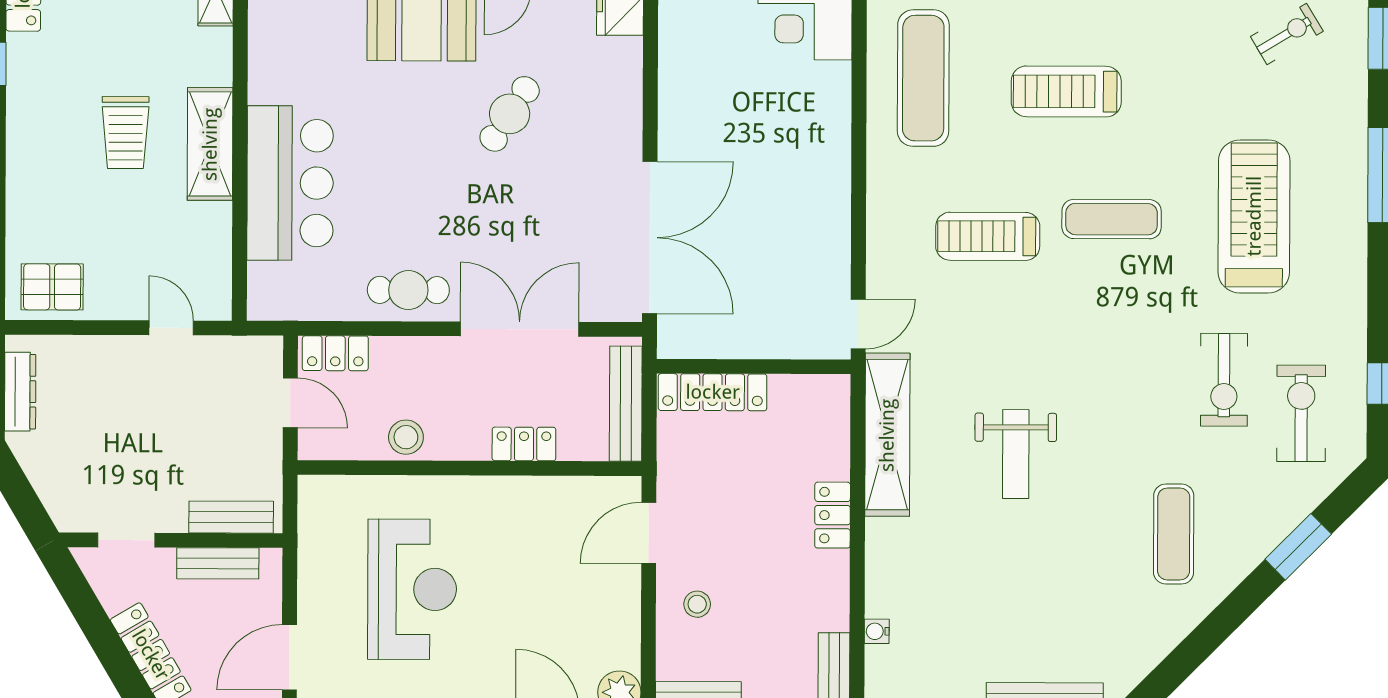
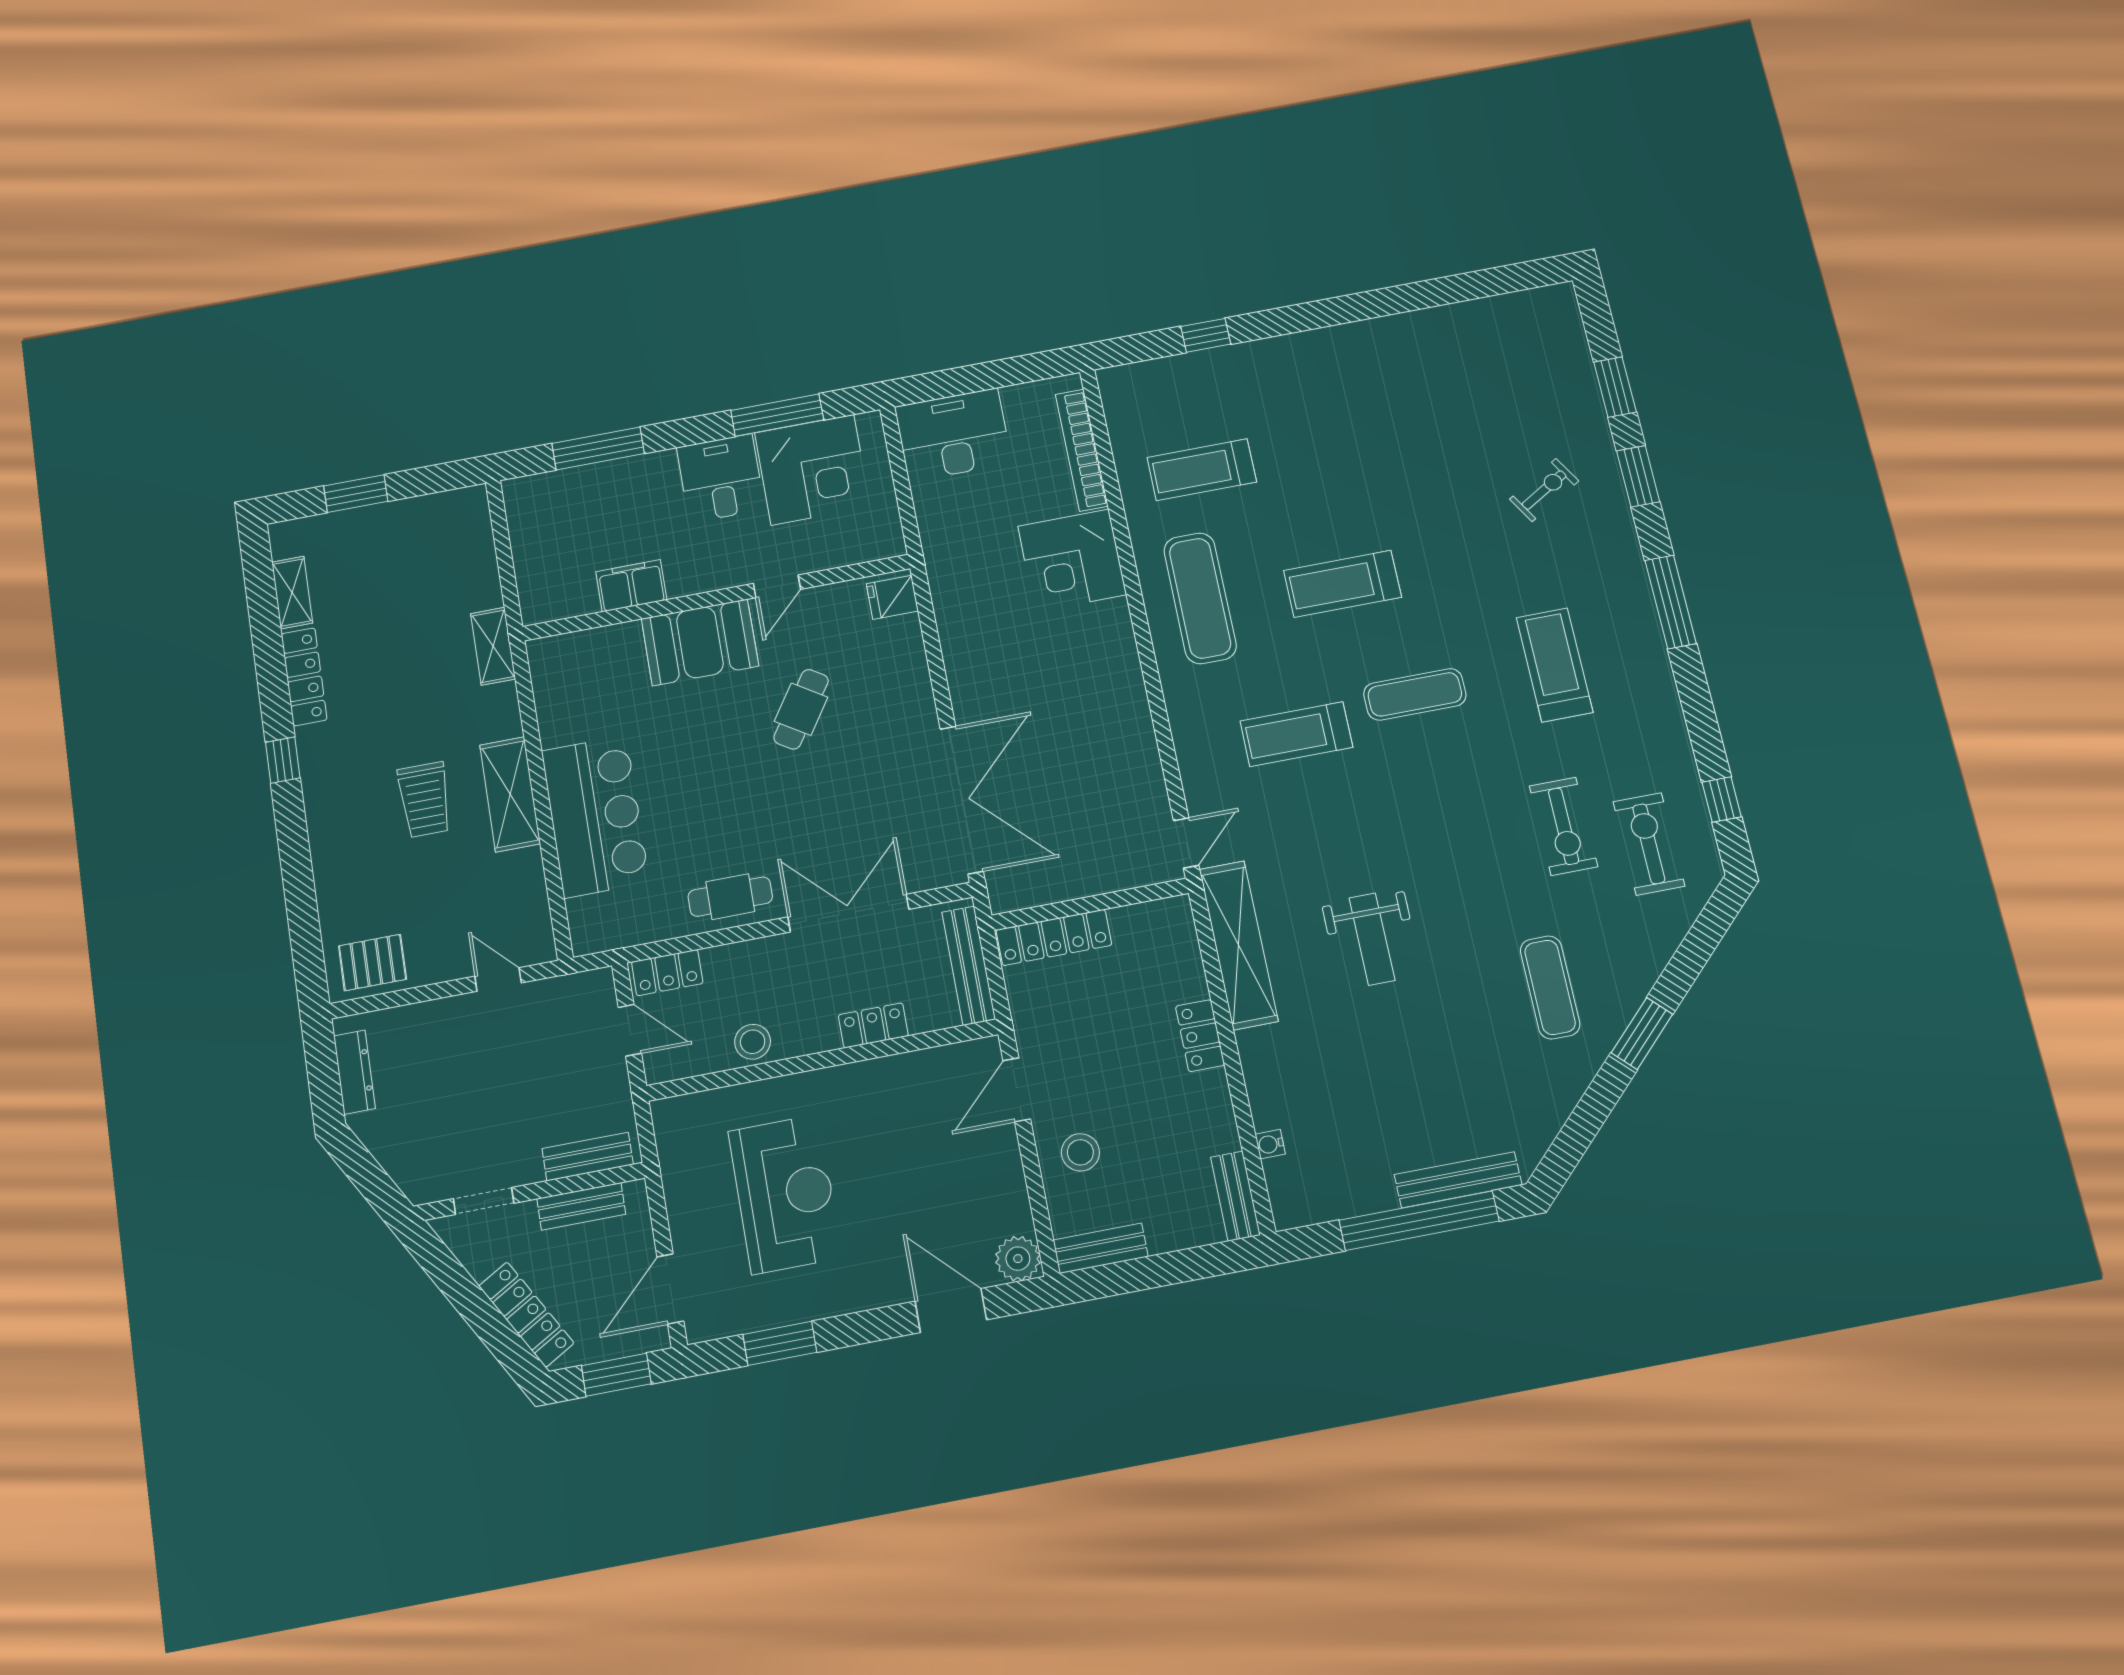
treadmill: (1254, 216) -> (1555, 665), width x0.73, depth x0.73
window: (1298, 547) -> (1642, 1034), moved
stool: (697, 604) -> (1080, 1152), width x1.37, depth x1.37

